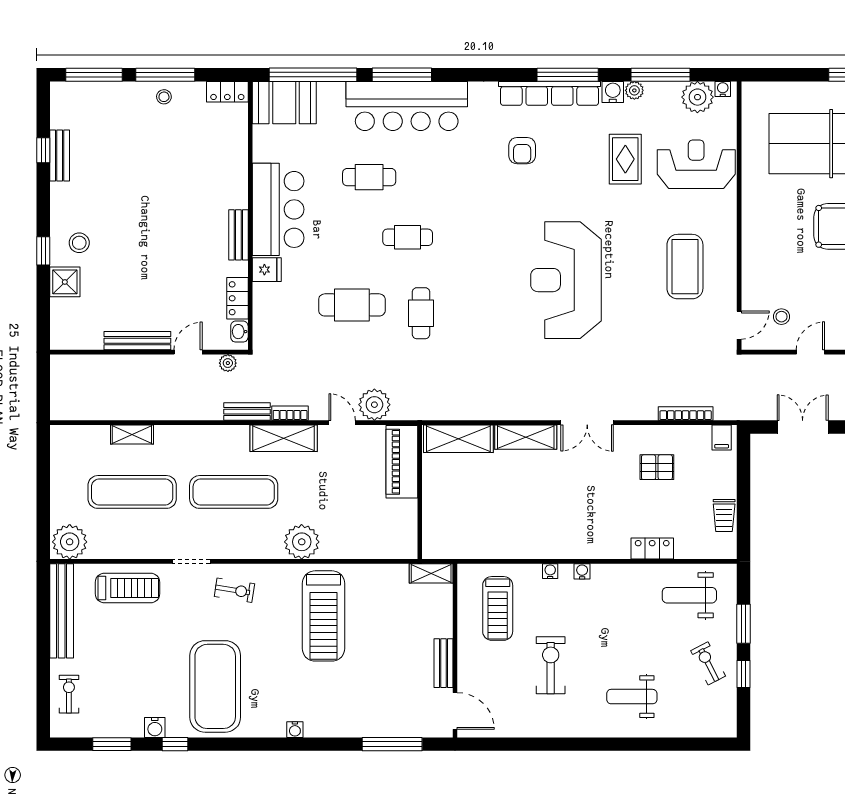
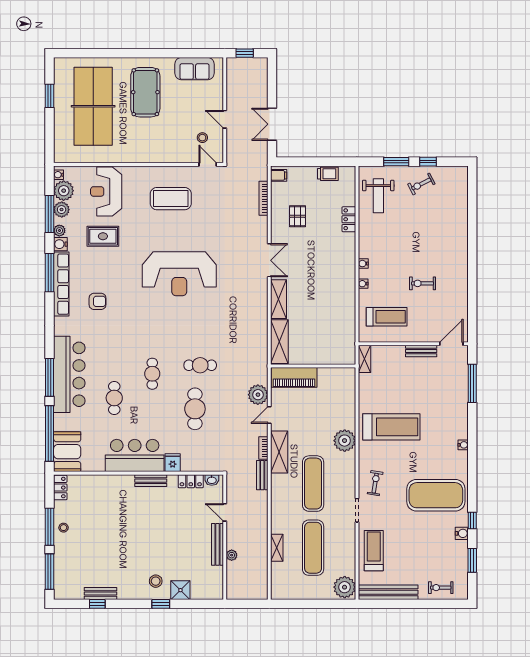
plant: (668, 94) -> (62, 210), added
plant: (228, 363) -> (232, 555), moved
exercise bike: (551, 665) -> (423, 283), width x0.73, depth x0.72
weight bench: (632, 697) -> (442, 232), removed

